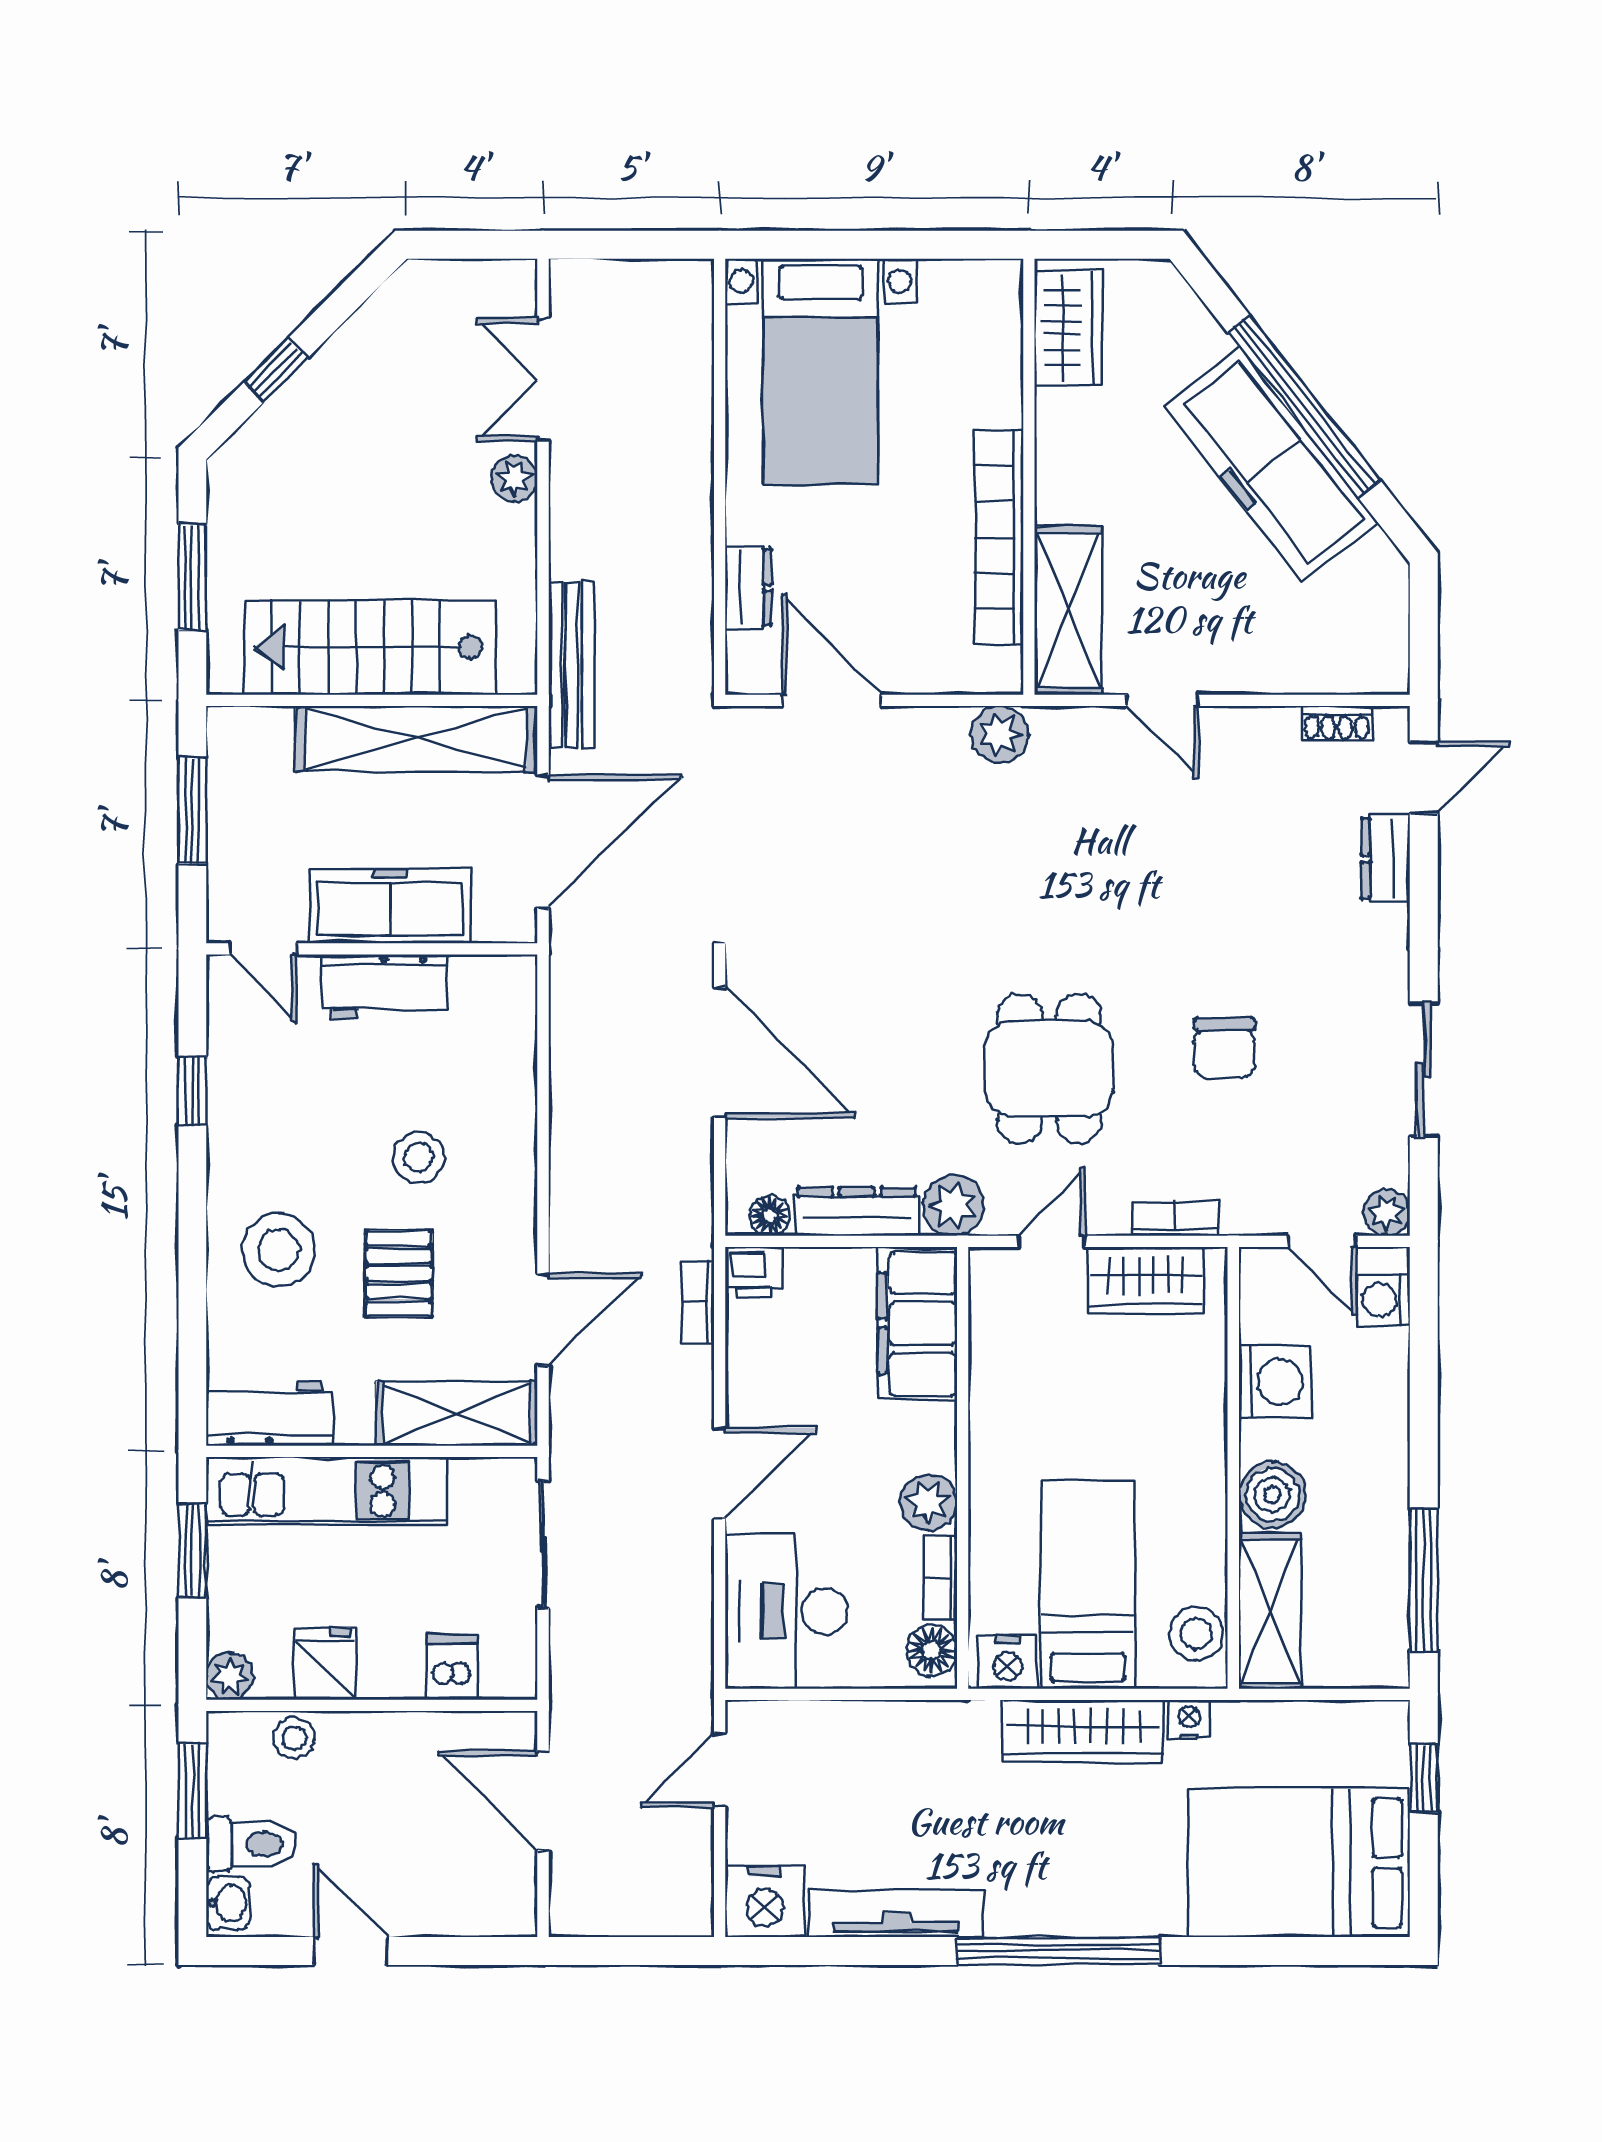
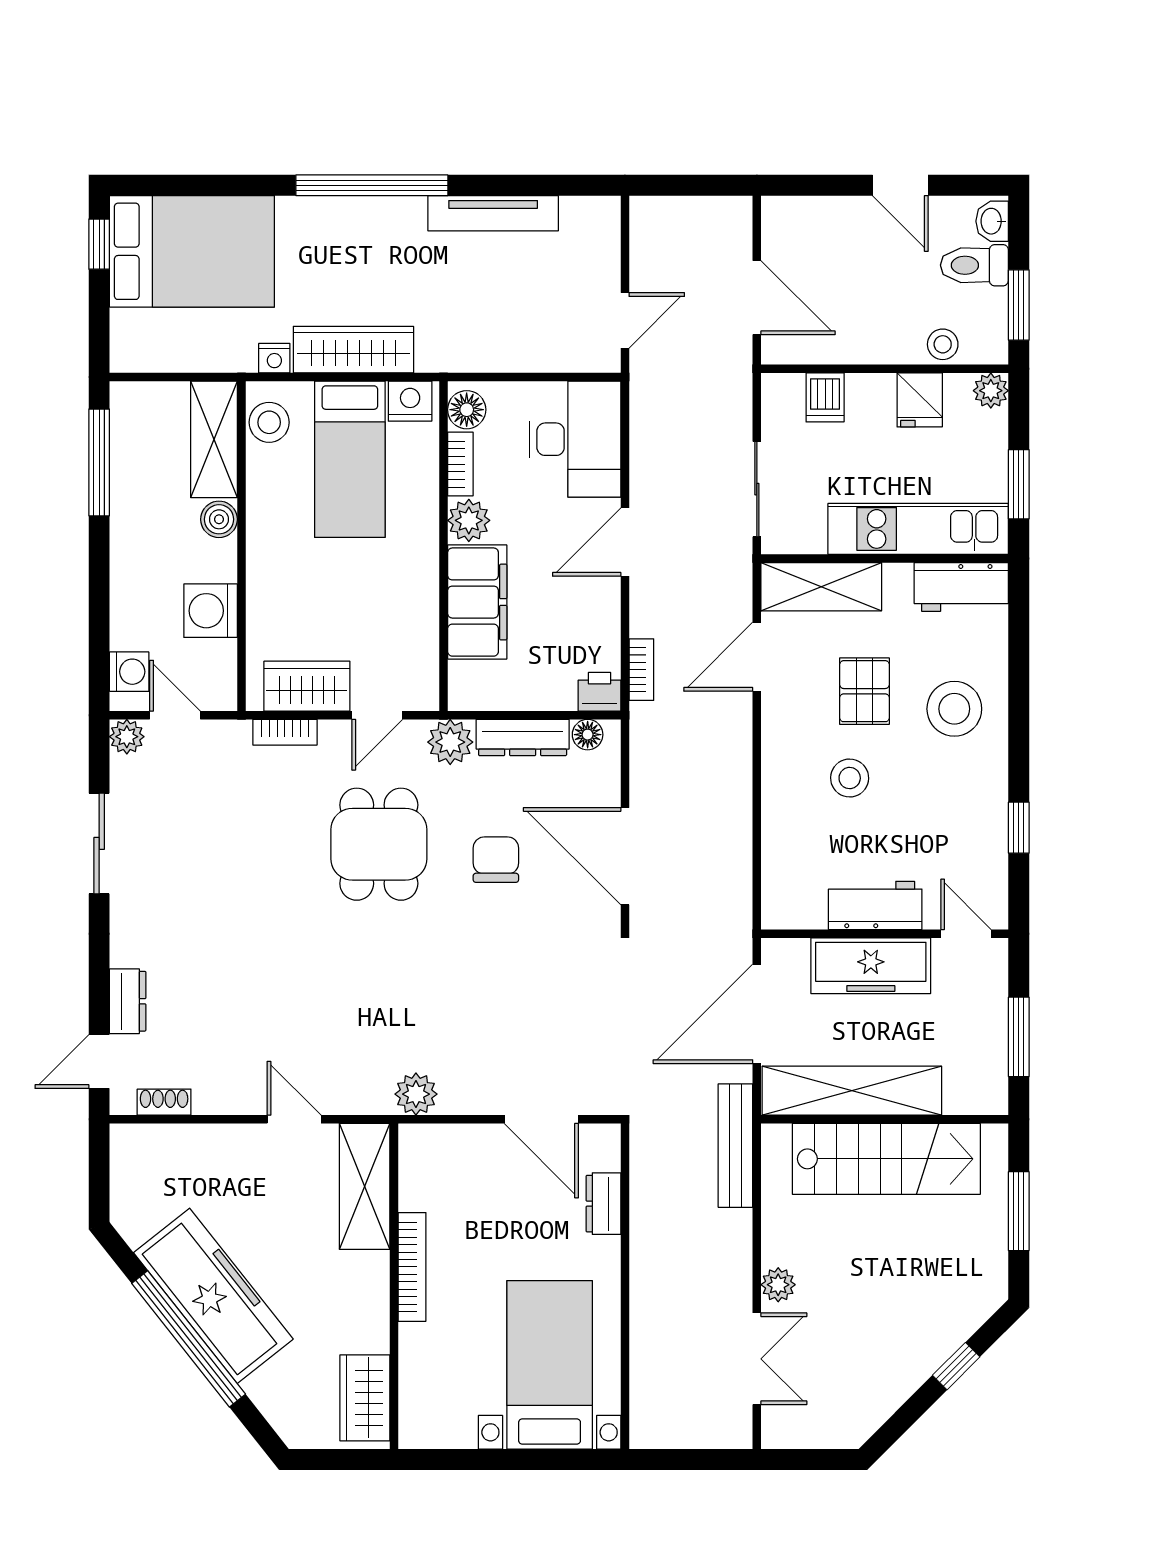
bookcase: (999, 538) -> (412, 1267), width x0.68, depth x0.76
chair: (1224, 1048) -> (496, 860), moved
filing cabinet: (918, 1323) -> (477, 602), moved
boiler: (1272, 1495) -> (219, 519), width x0.73, depth x0.73
window: (1424, 1778) -> (99, 244), moved
nightstand: (765, 1902) -> (591, 222), removed

